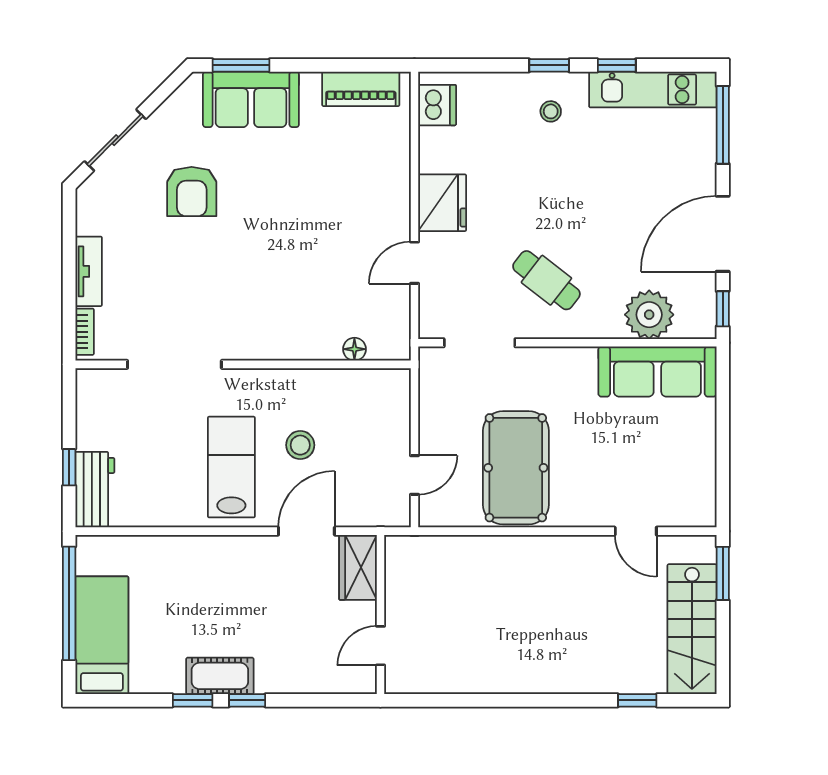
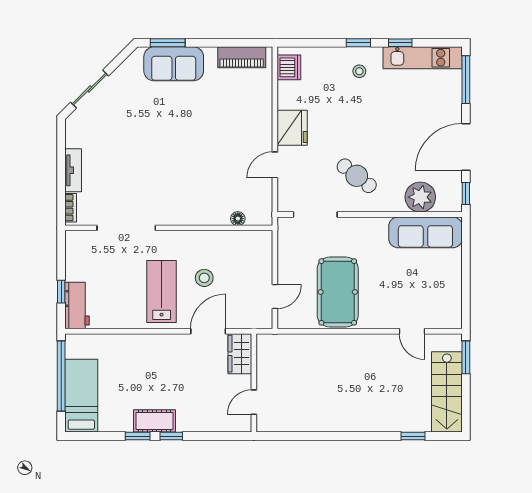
armchair: (192, 192) -> (137, 121), removed

